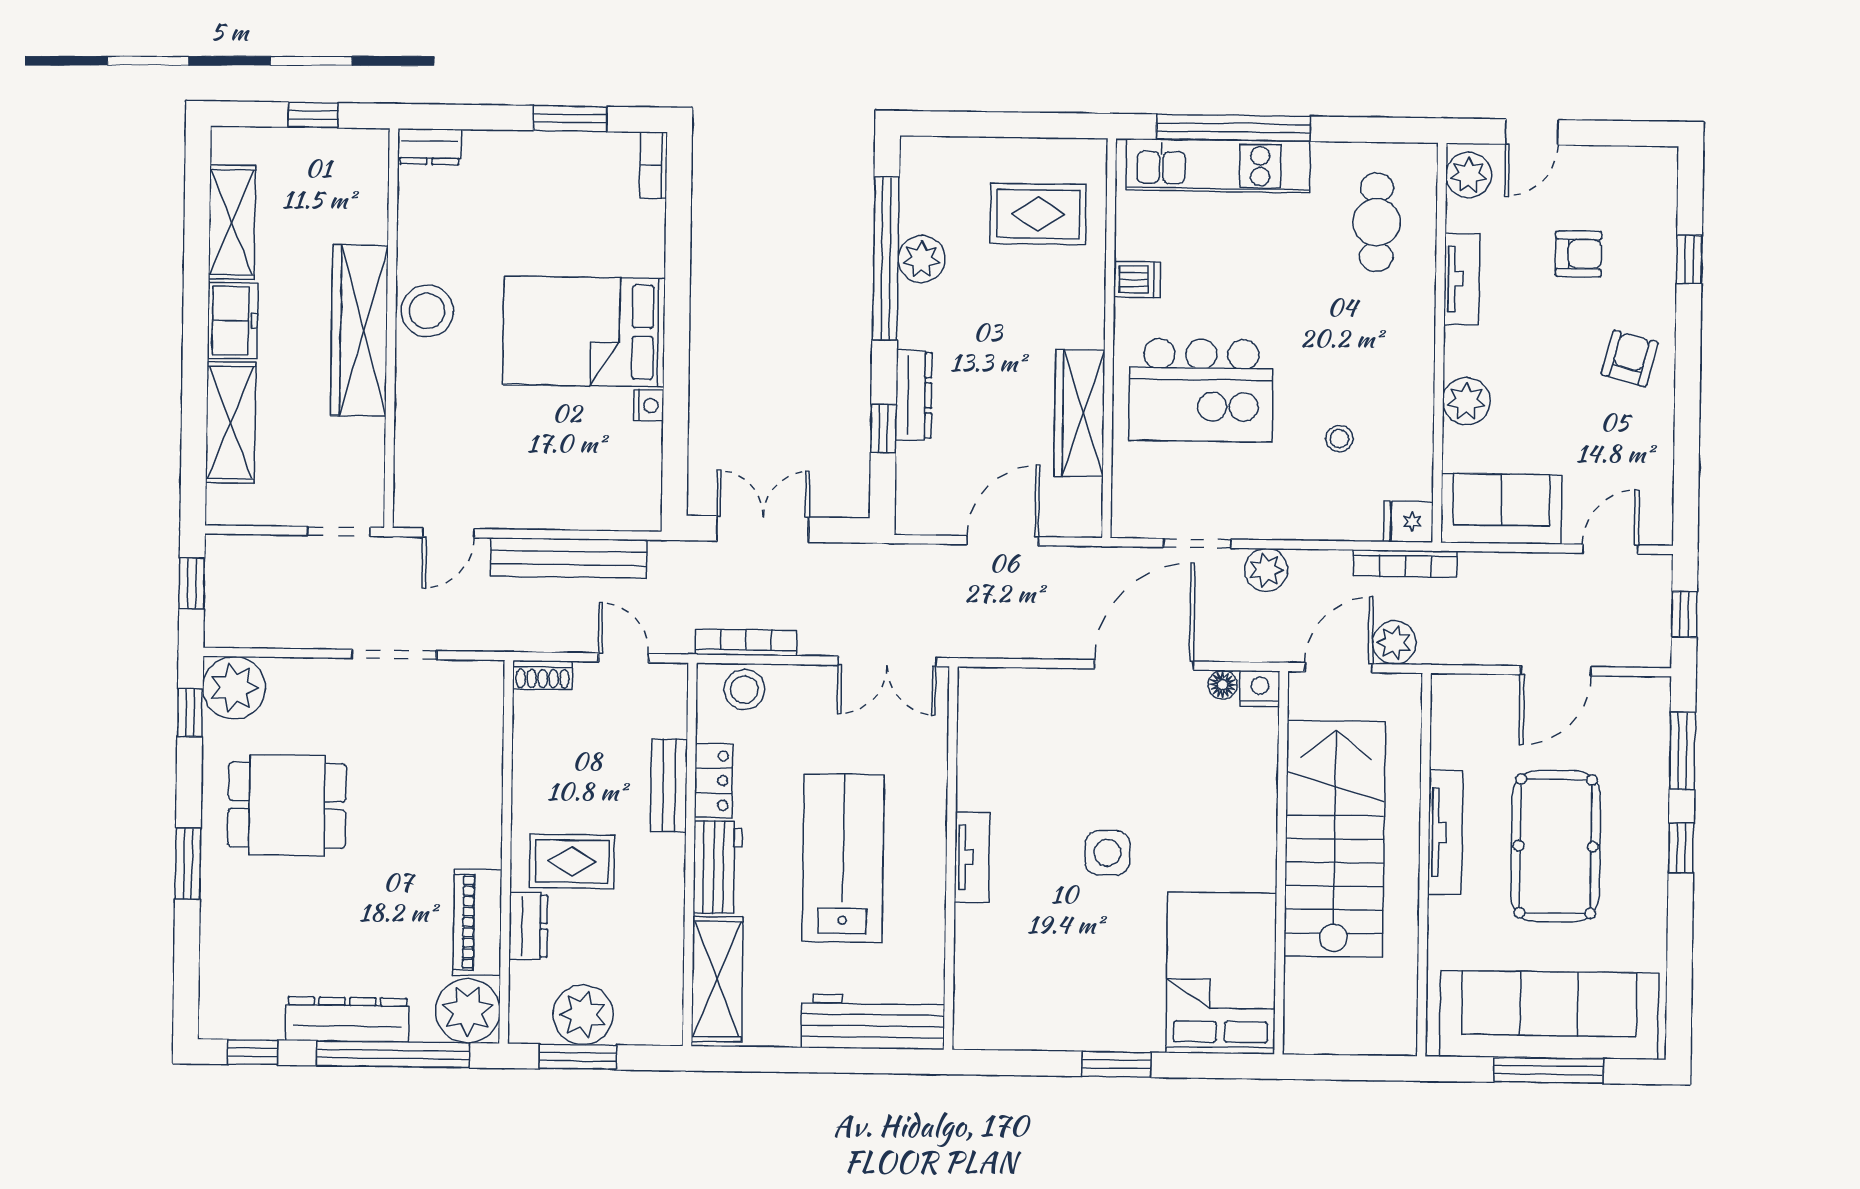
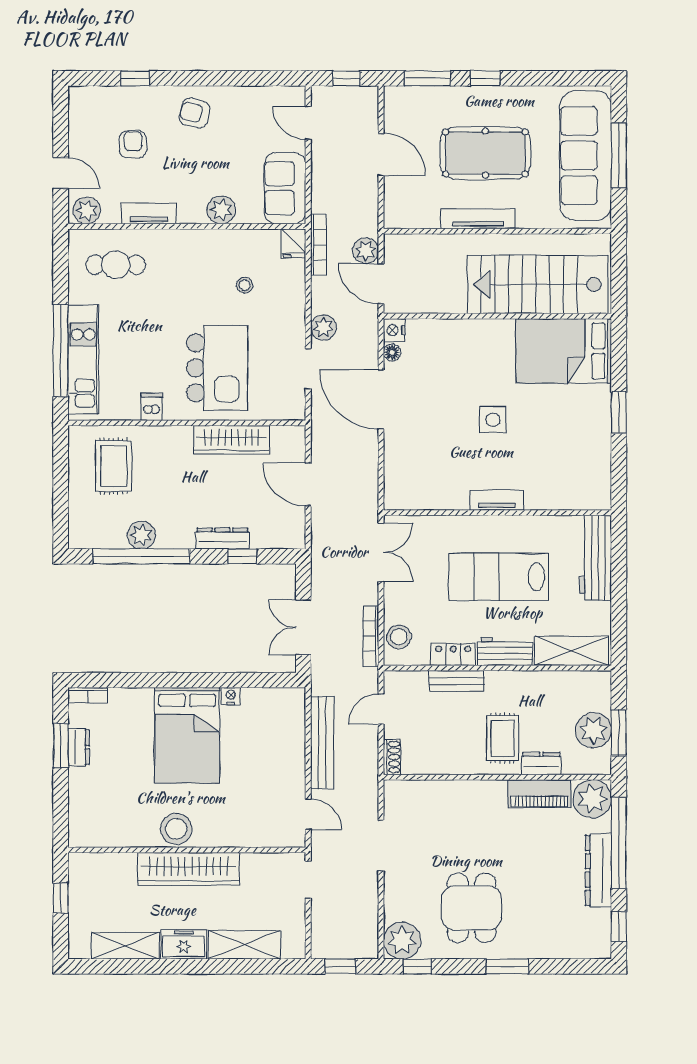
dresser: (430, 147) -> (79, 747), moved
stairs: (1335, 839) -> (538, 284), moved

